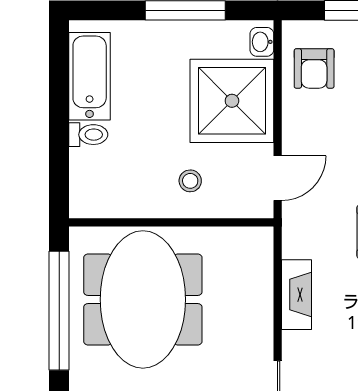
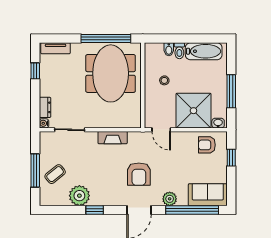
bidet: (85, 160) -> (169, 49), added
stool: (190, 181) -> (164, 80), moved
meeting table: (143, 299) -> (111, 73), turned 90

